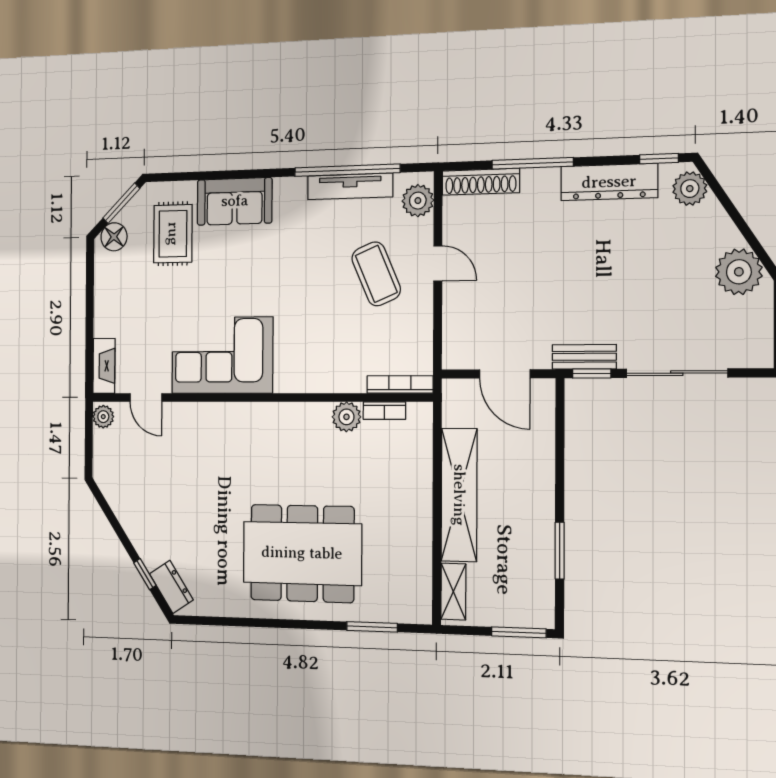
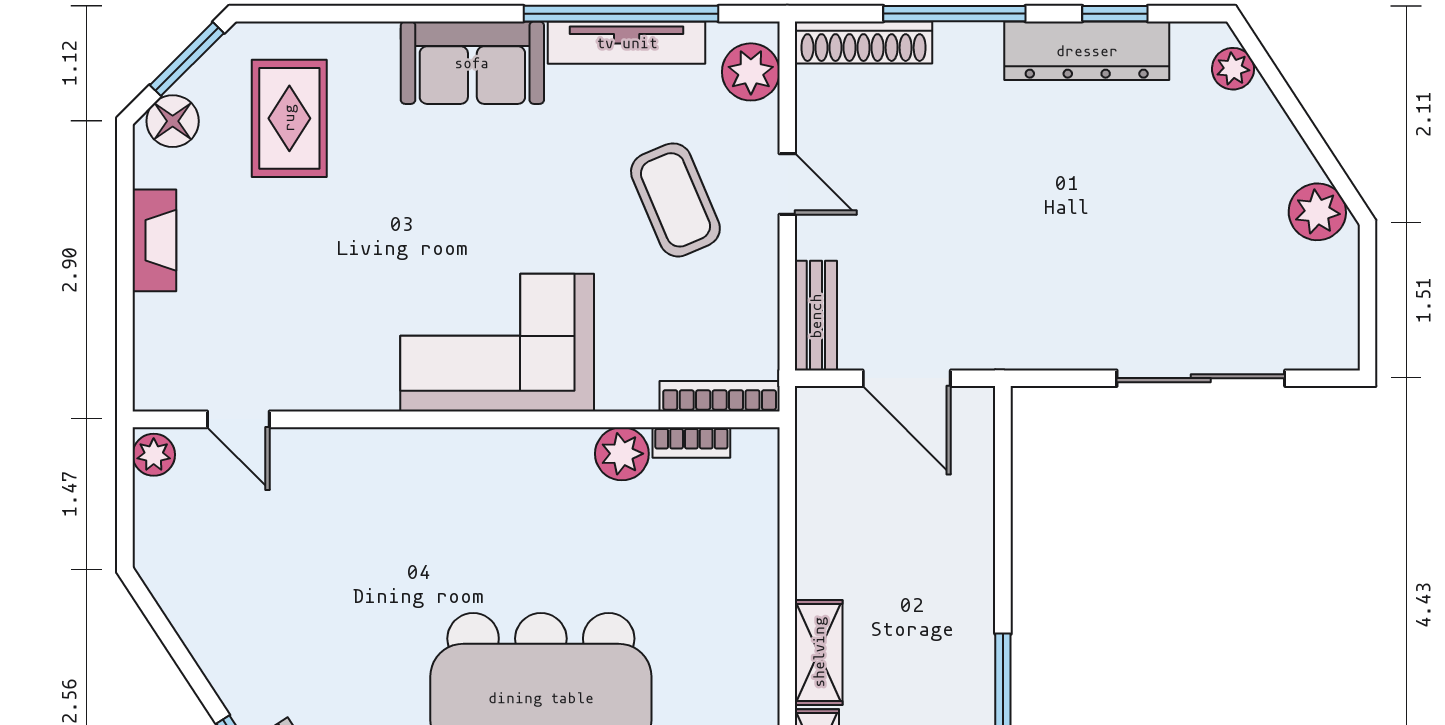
window: (659, 159) -> (1115, 14), moved
plant: (690, 189) -> (1233, 69), width x0.73, depth x0.73
sofa: (235, 201) -> (472, 63), moved
plant: (739, 272) -> (1317, 212), width x0.73, depth x0.73
corner sofa: (222, 355) -> (497, 343), moved
bench: (584, 357) -> (816, 316), moved, turned 90
fireplace: (104, 366) -> (154, 240), moved
window: (592, 373) -> (1058, 378), removed
shelving: (459, 495) -> (819, 652), width x0.45, depth x0.75

